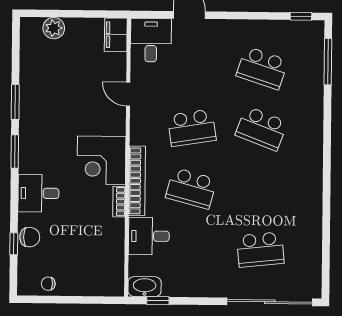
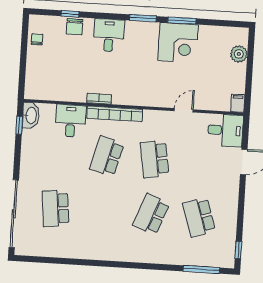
filing cabinet: (116, 35) -> (238, 103), width x0.50
school desk: (262, 68) -> (199, 217), turned -36
corner desk: (101, 160) -> (178, 43), moved, turned 180

